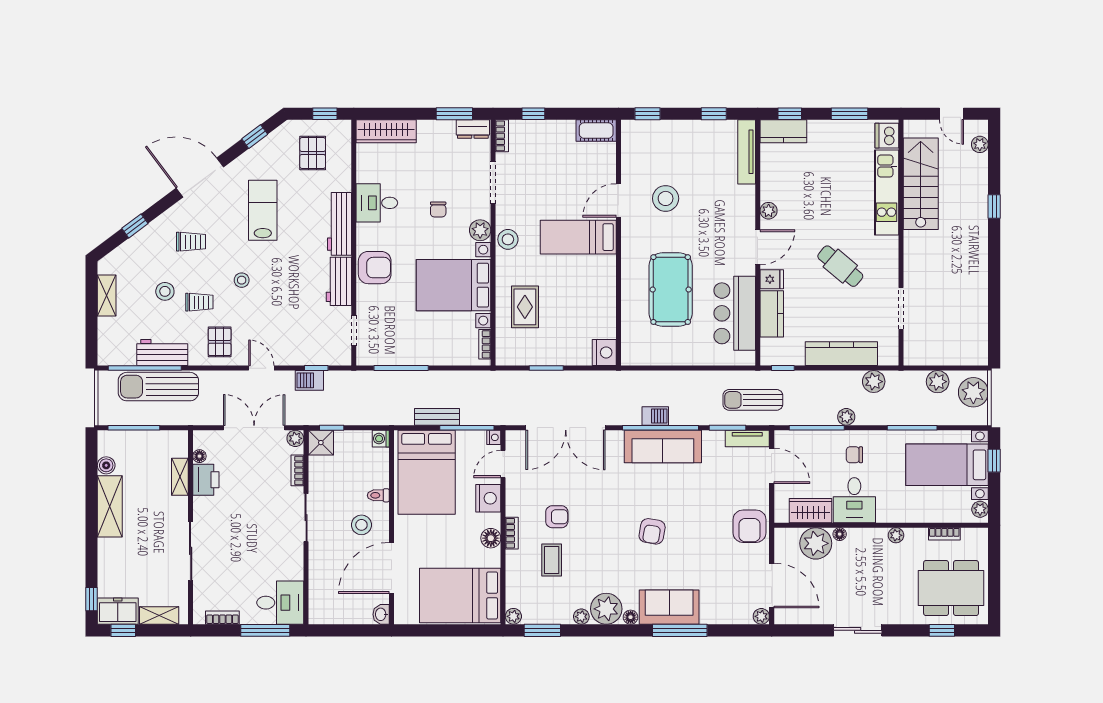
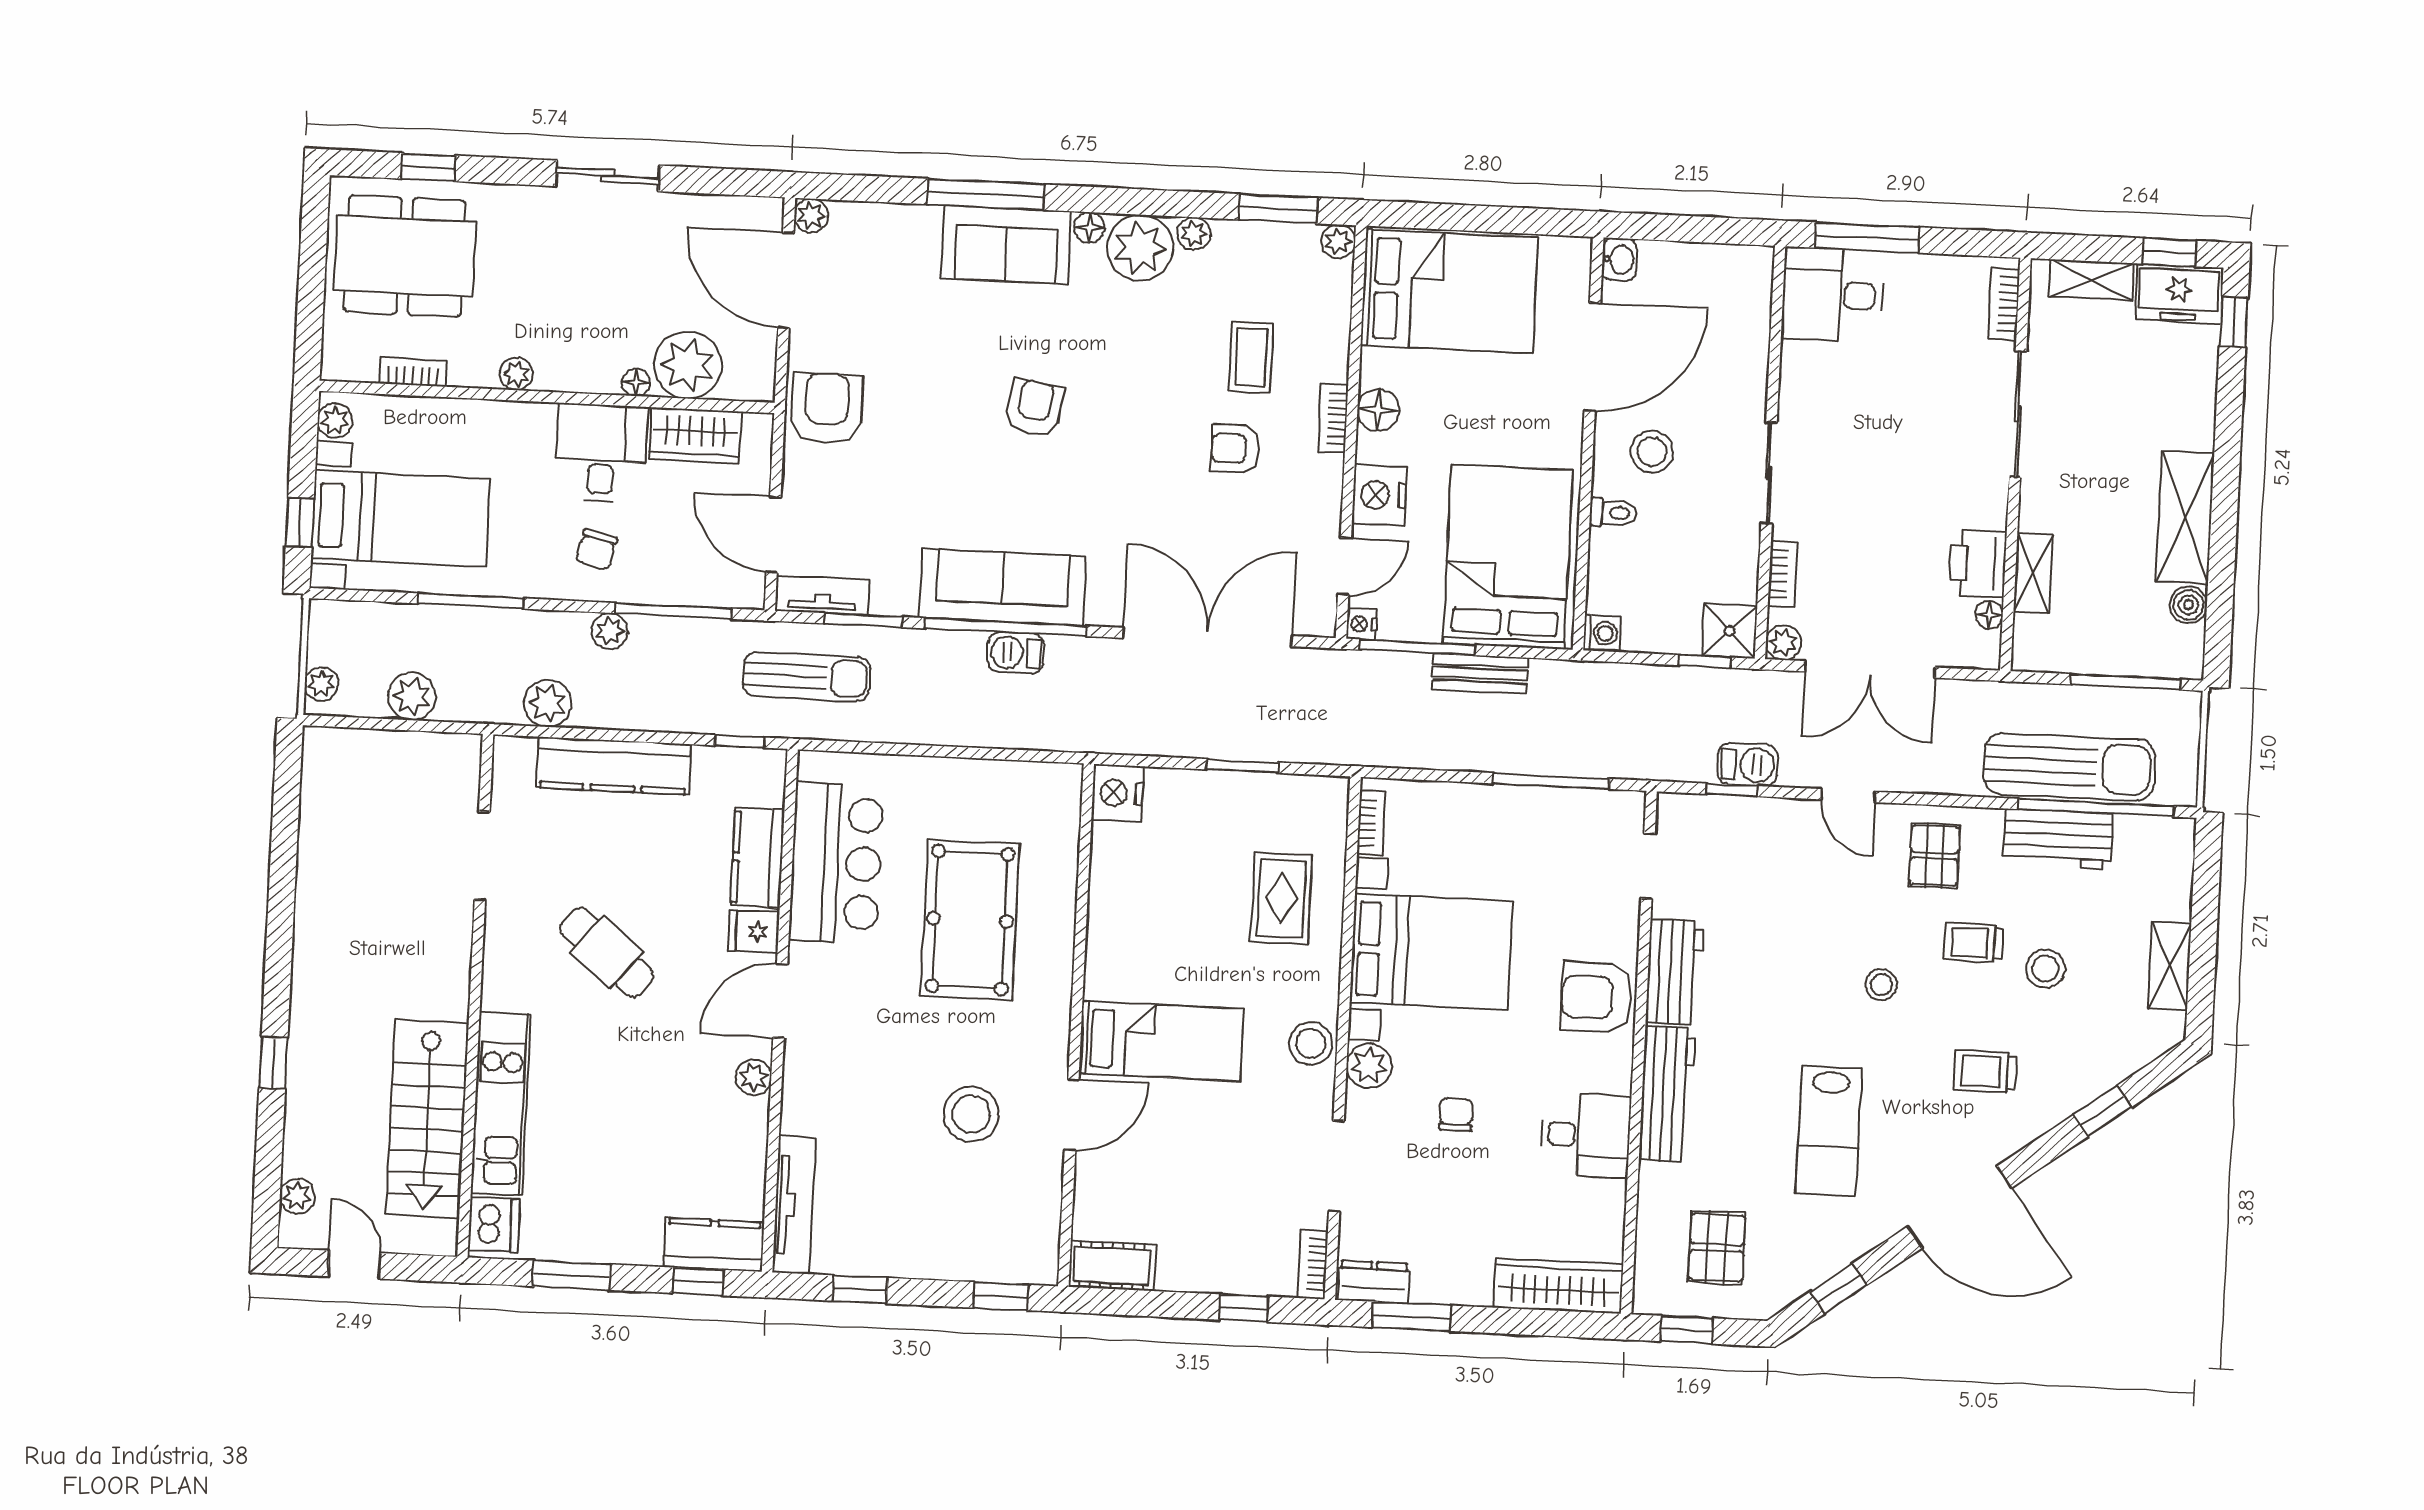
plant: (973, 392) -> (322, 684), width x0.53, depth x0.53
chair: (854, 455) -> (596, 550), turned 104
bookcase: (222, 618) -> (2004, 304), moved, turned 90

